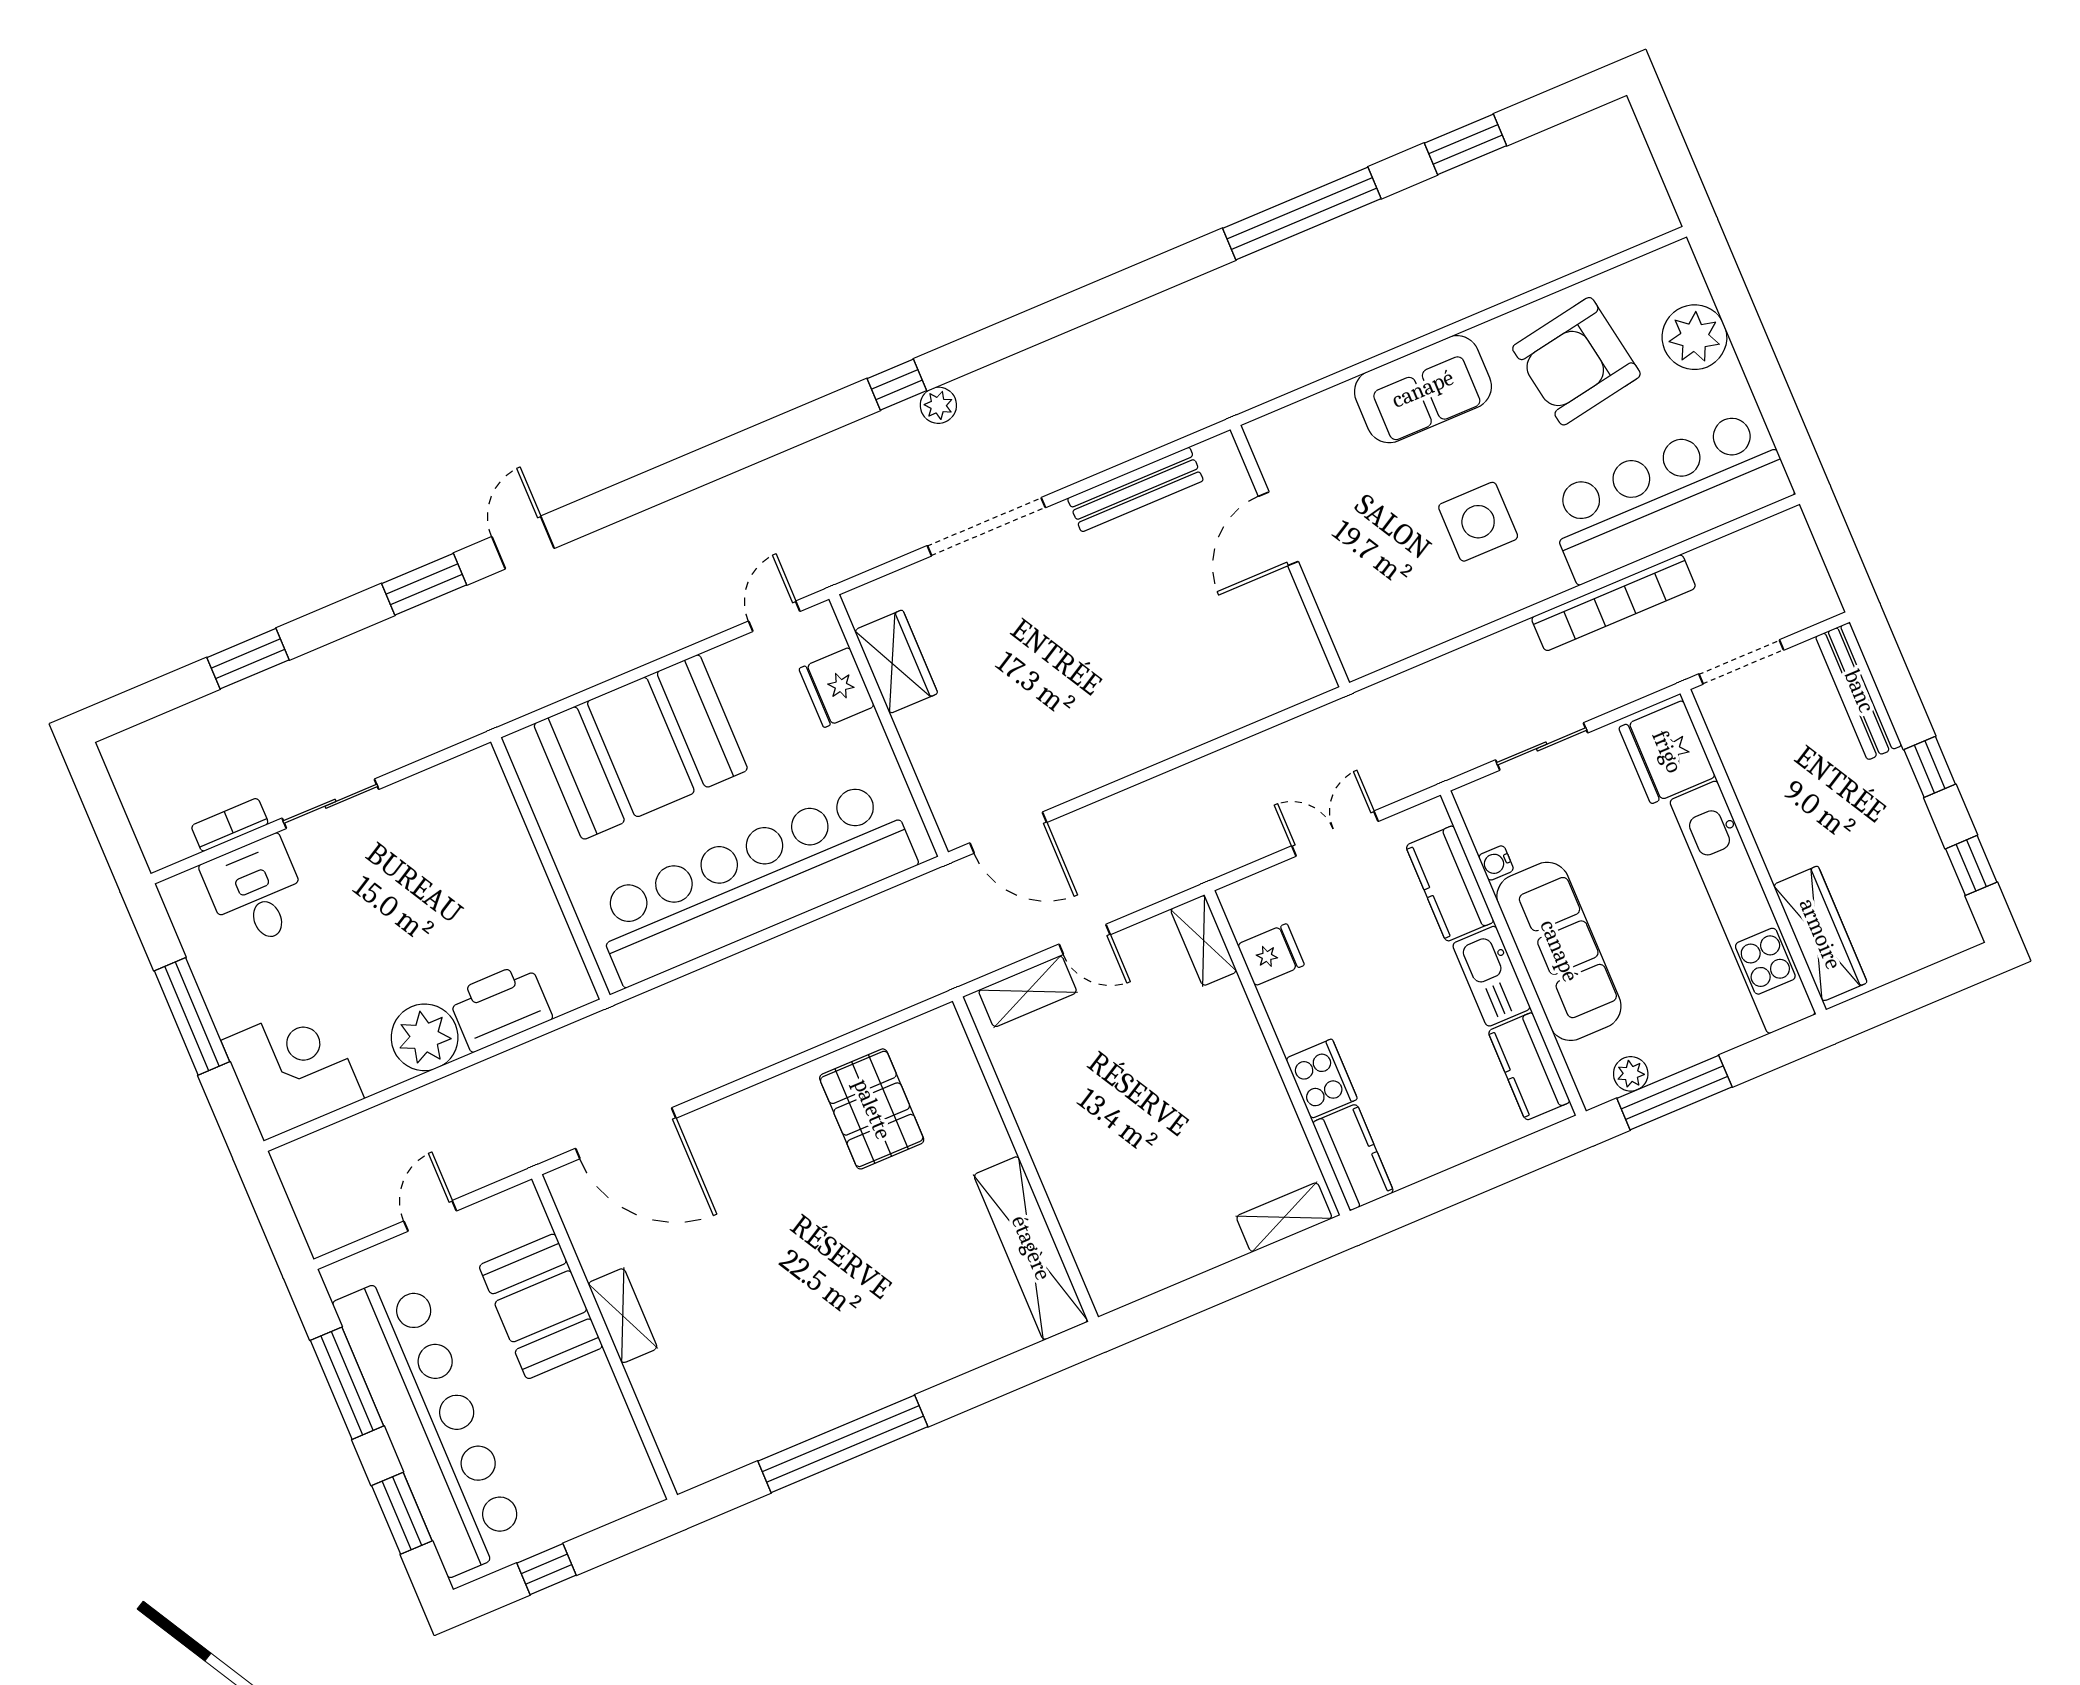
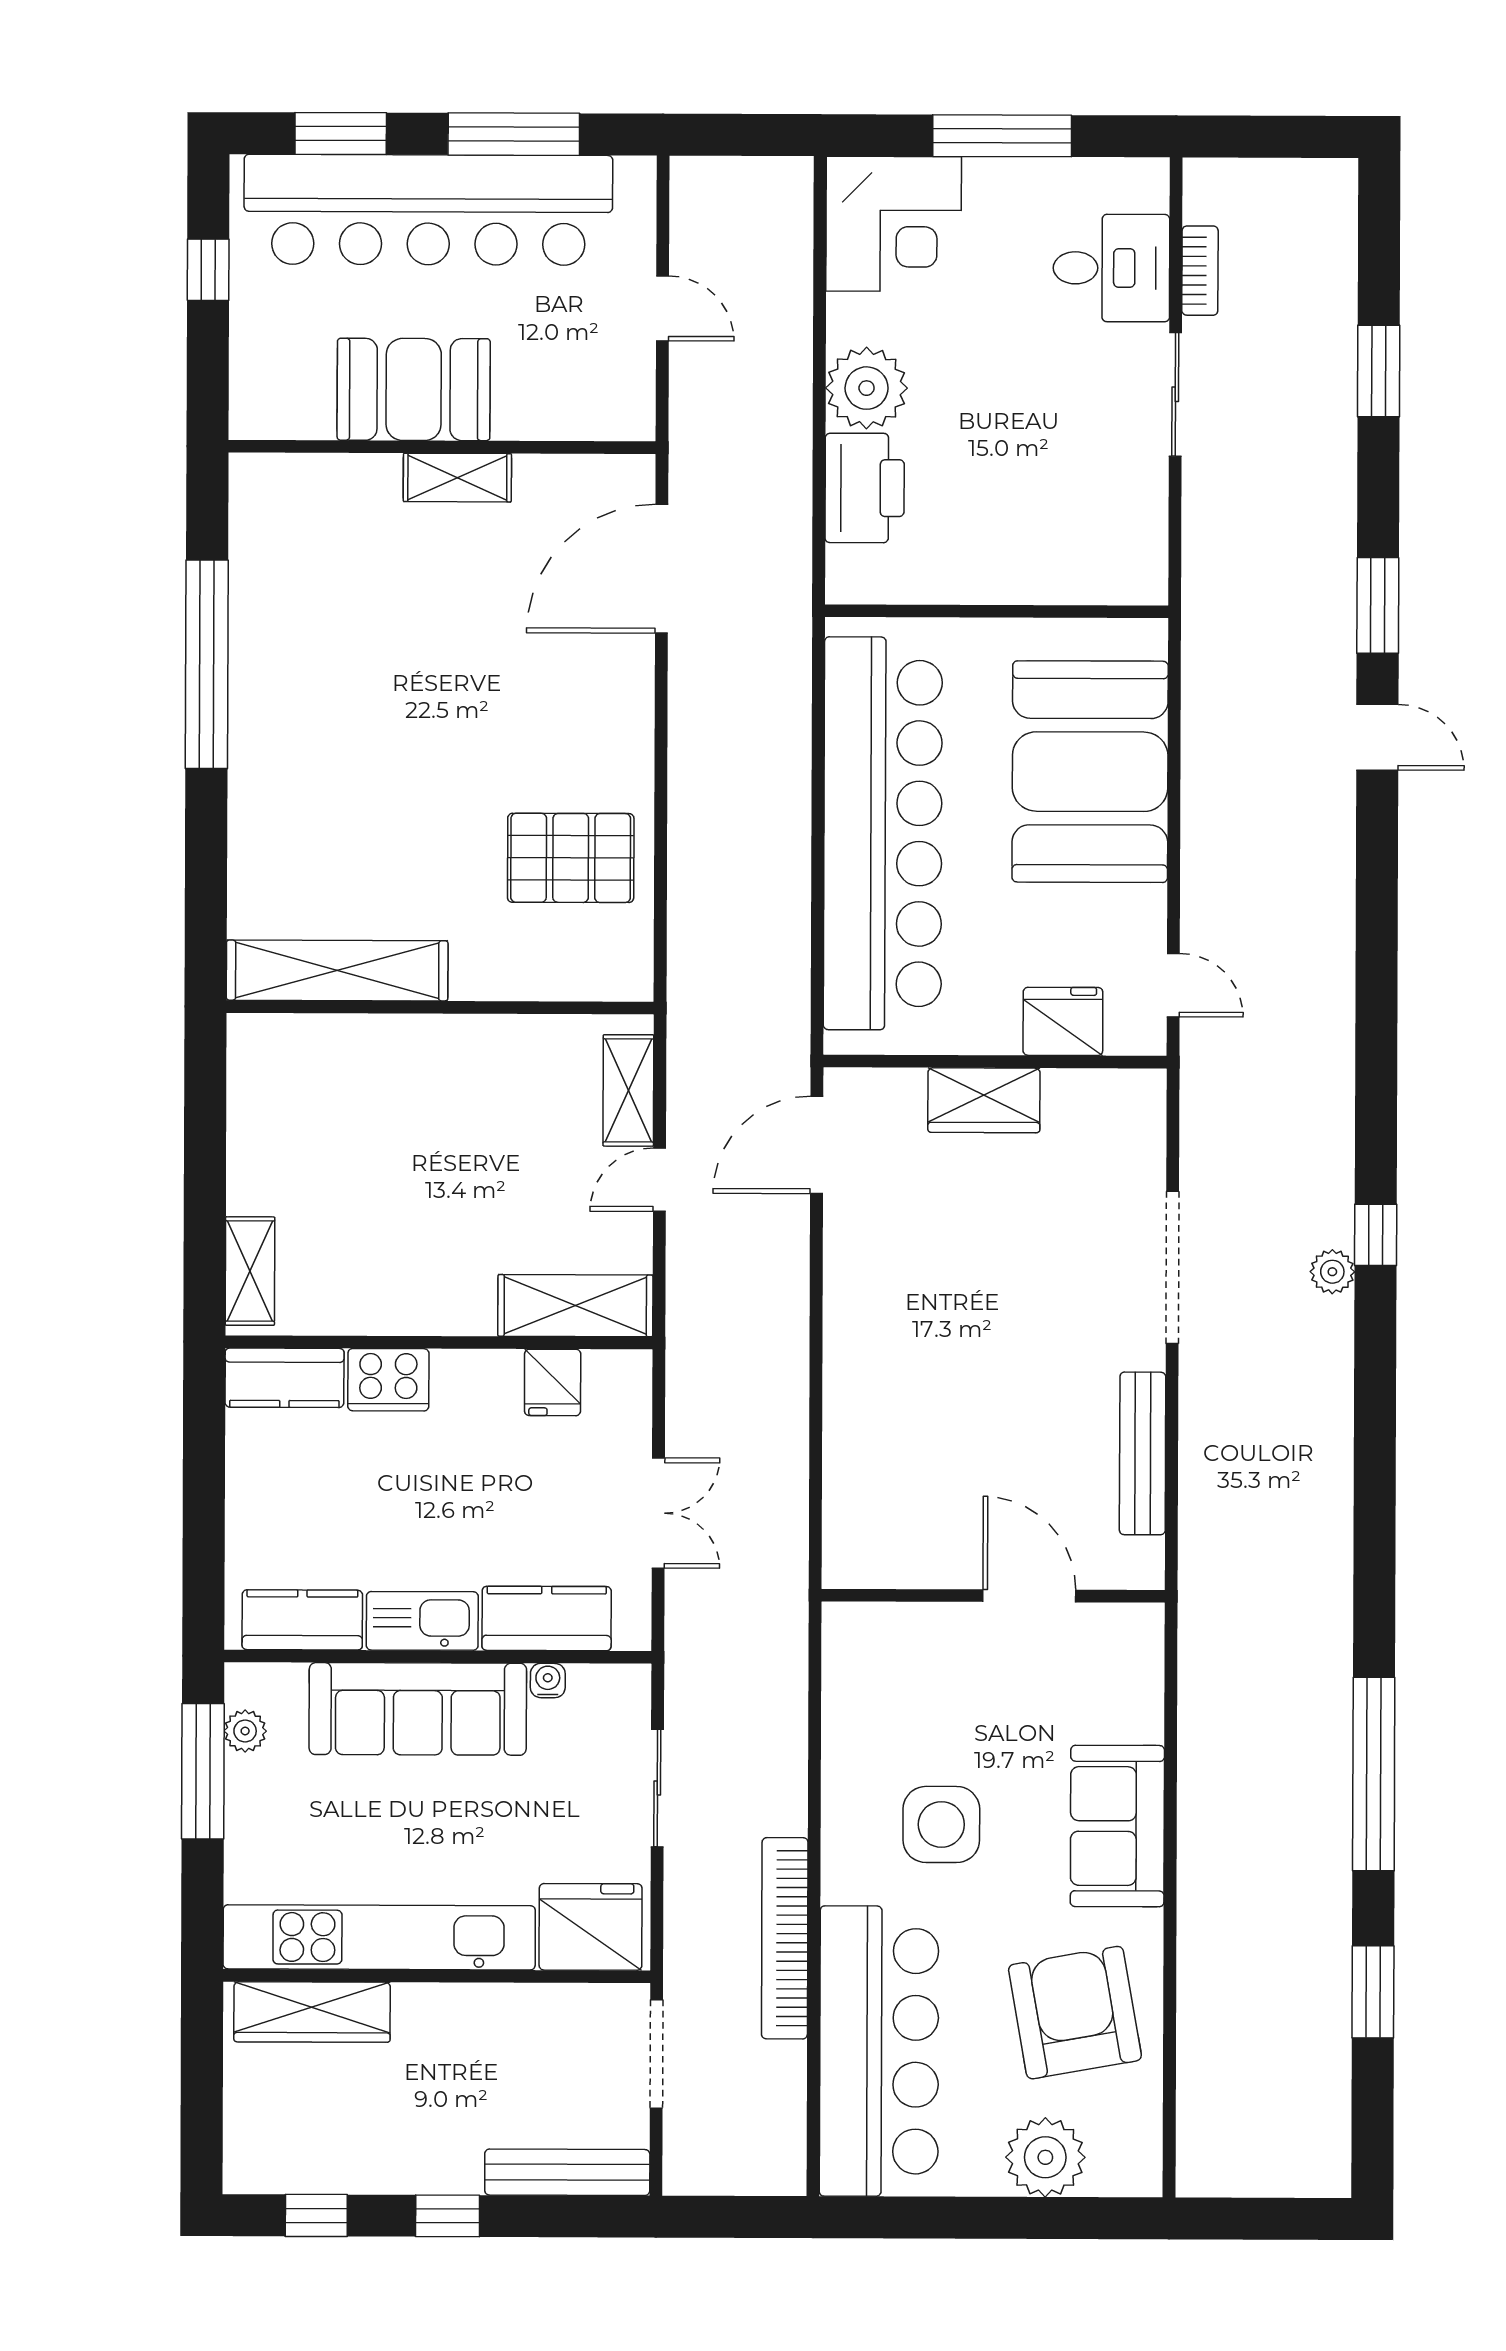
wardrobe: (896, 662) -> (984, 1100), moved
shelving: (1204, 940) -> (575, 1306), width x1.50, depth x1.33
booth: (541, 1306) -> (414, 389), moved

